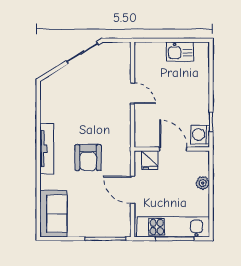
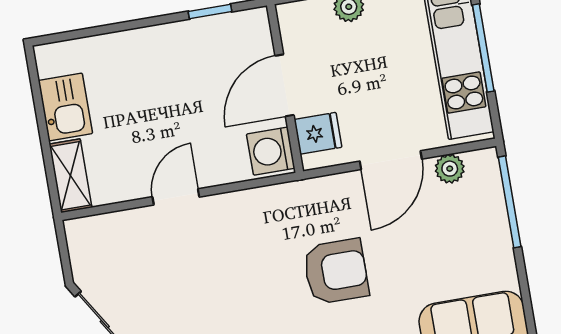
shelving: (150, 49) -> (70, 176), added
washing machine: (200, 135) -> (271, 151), moved, turned 90
plant: (124, 215) -> (450, 169), added

